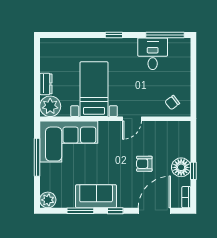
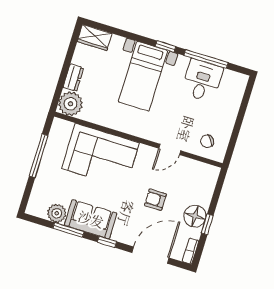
window: (165, 35) -> (206, 59), moved
wardrobe: (53, 46) -> (95, 38), added
bed with nightstands: (94, 89) -> (143, 76), moved, turned 180
door: (132, 119) -> (170, 149), moved
corner sofa: (69, 141) -> (100, 156), moved
plant: (48, 200) -> (57, 213), moved

